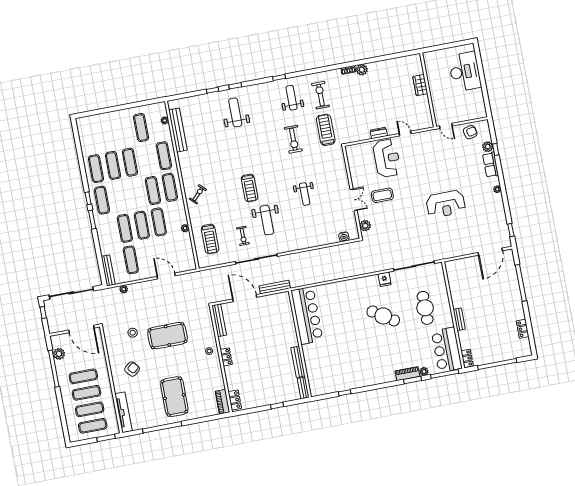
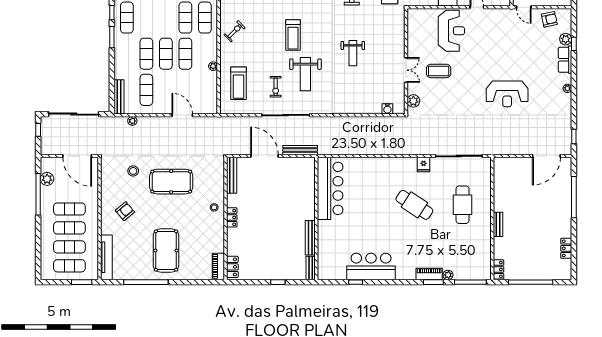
bar counter: (447, 350) -> (371, 266), moved, turned 90

